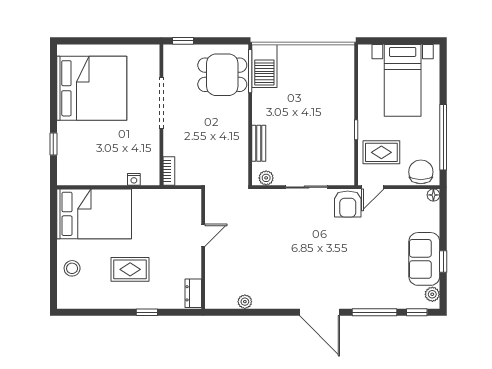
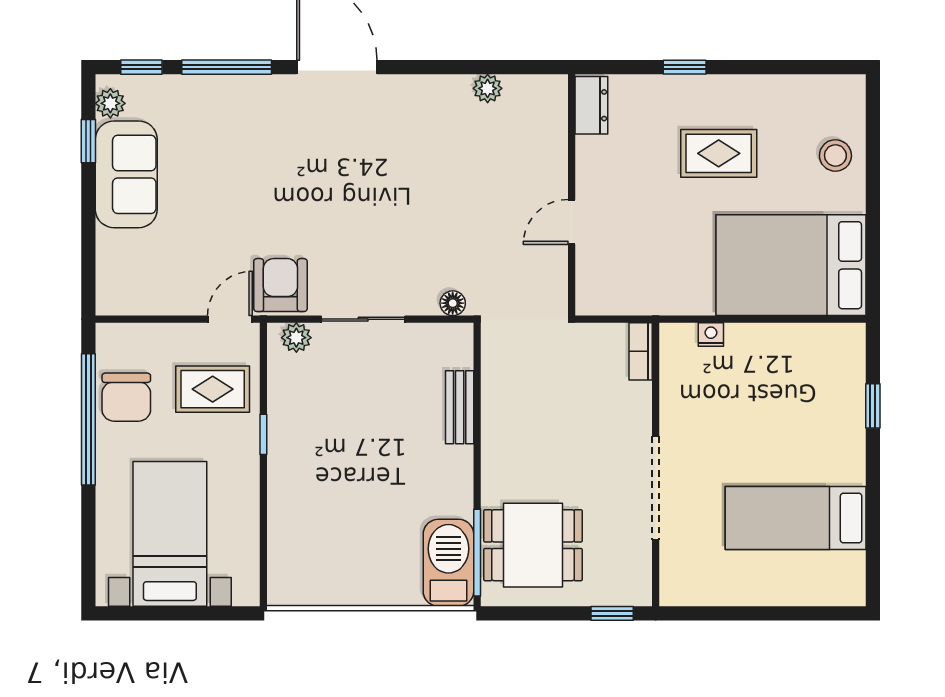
bed: (92, 88) -> (796, 518), width x0.49
chair: (421, 172) -> (126, 397), moved
plant: (266, 178) -> (296, 338), moved
floor lamp: (433, 195) -> (453, 303), moved
window: (443, 261) -> (88, 141), moved

